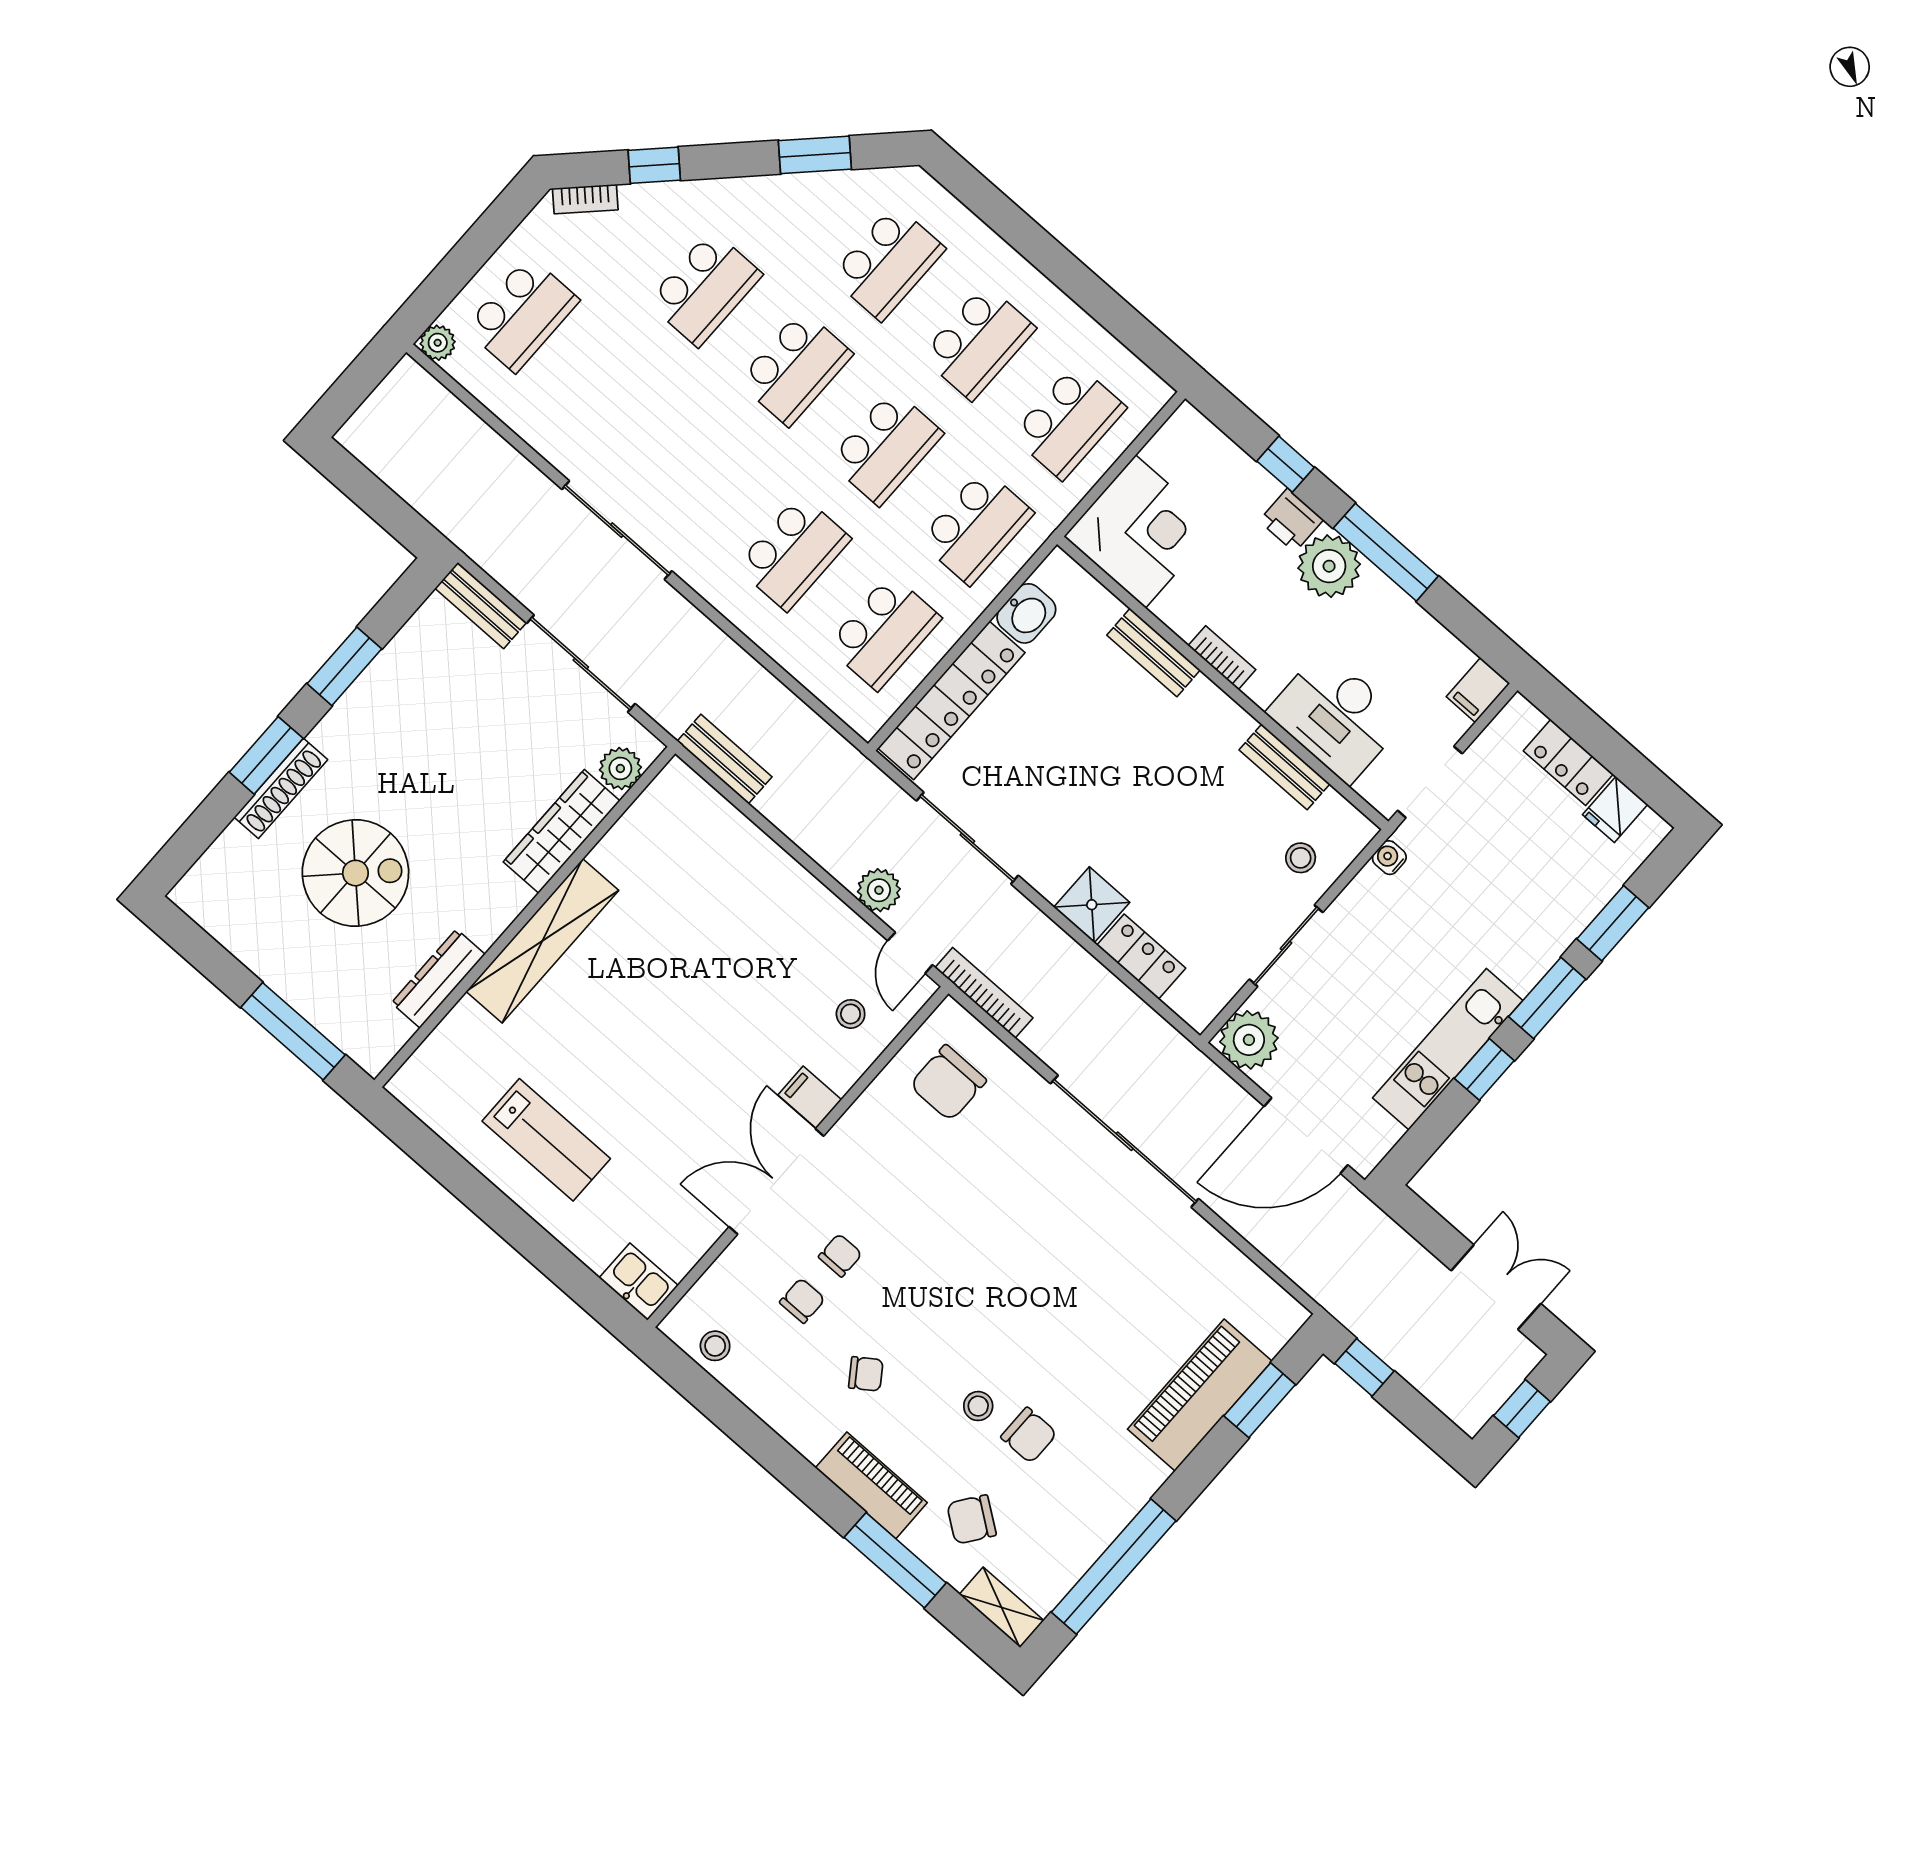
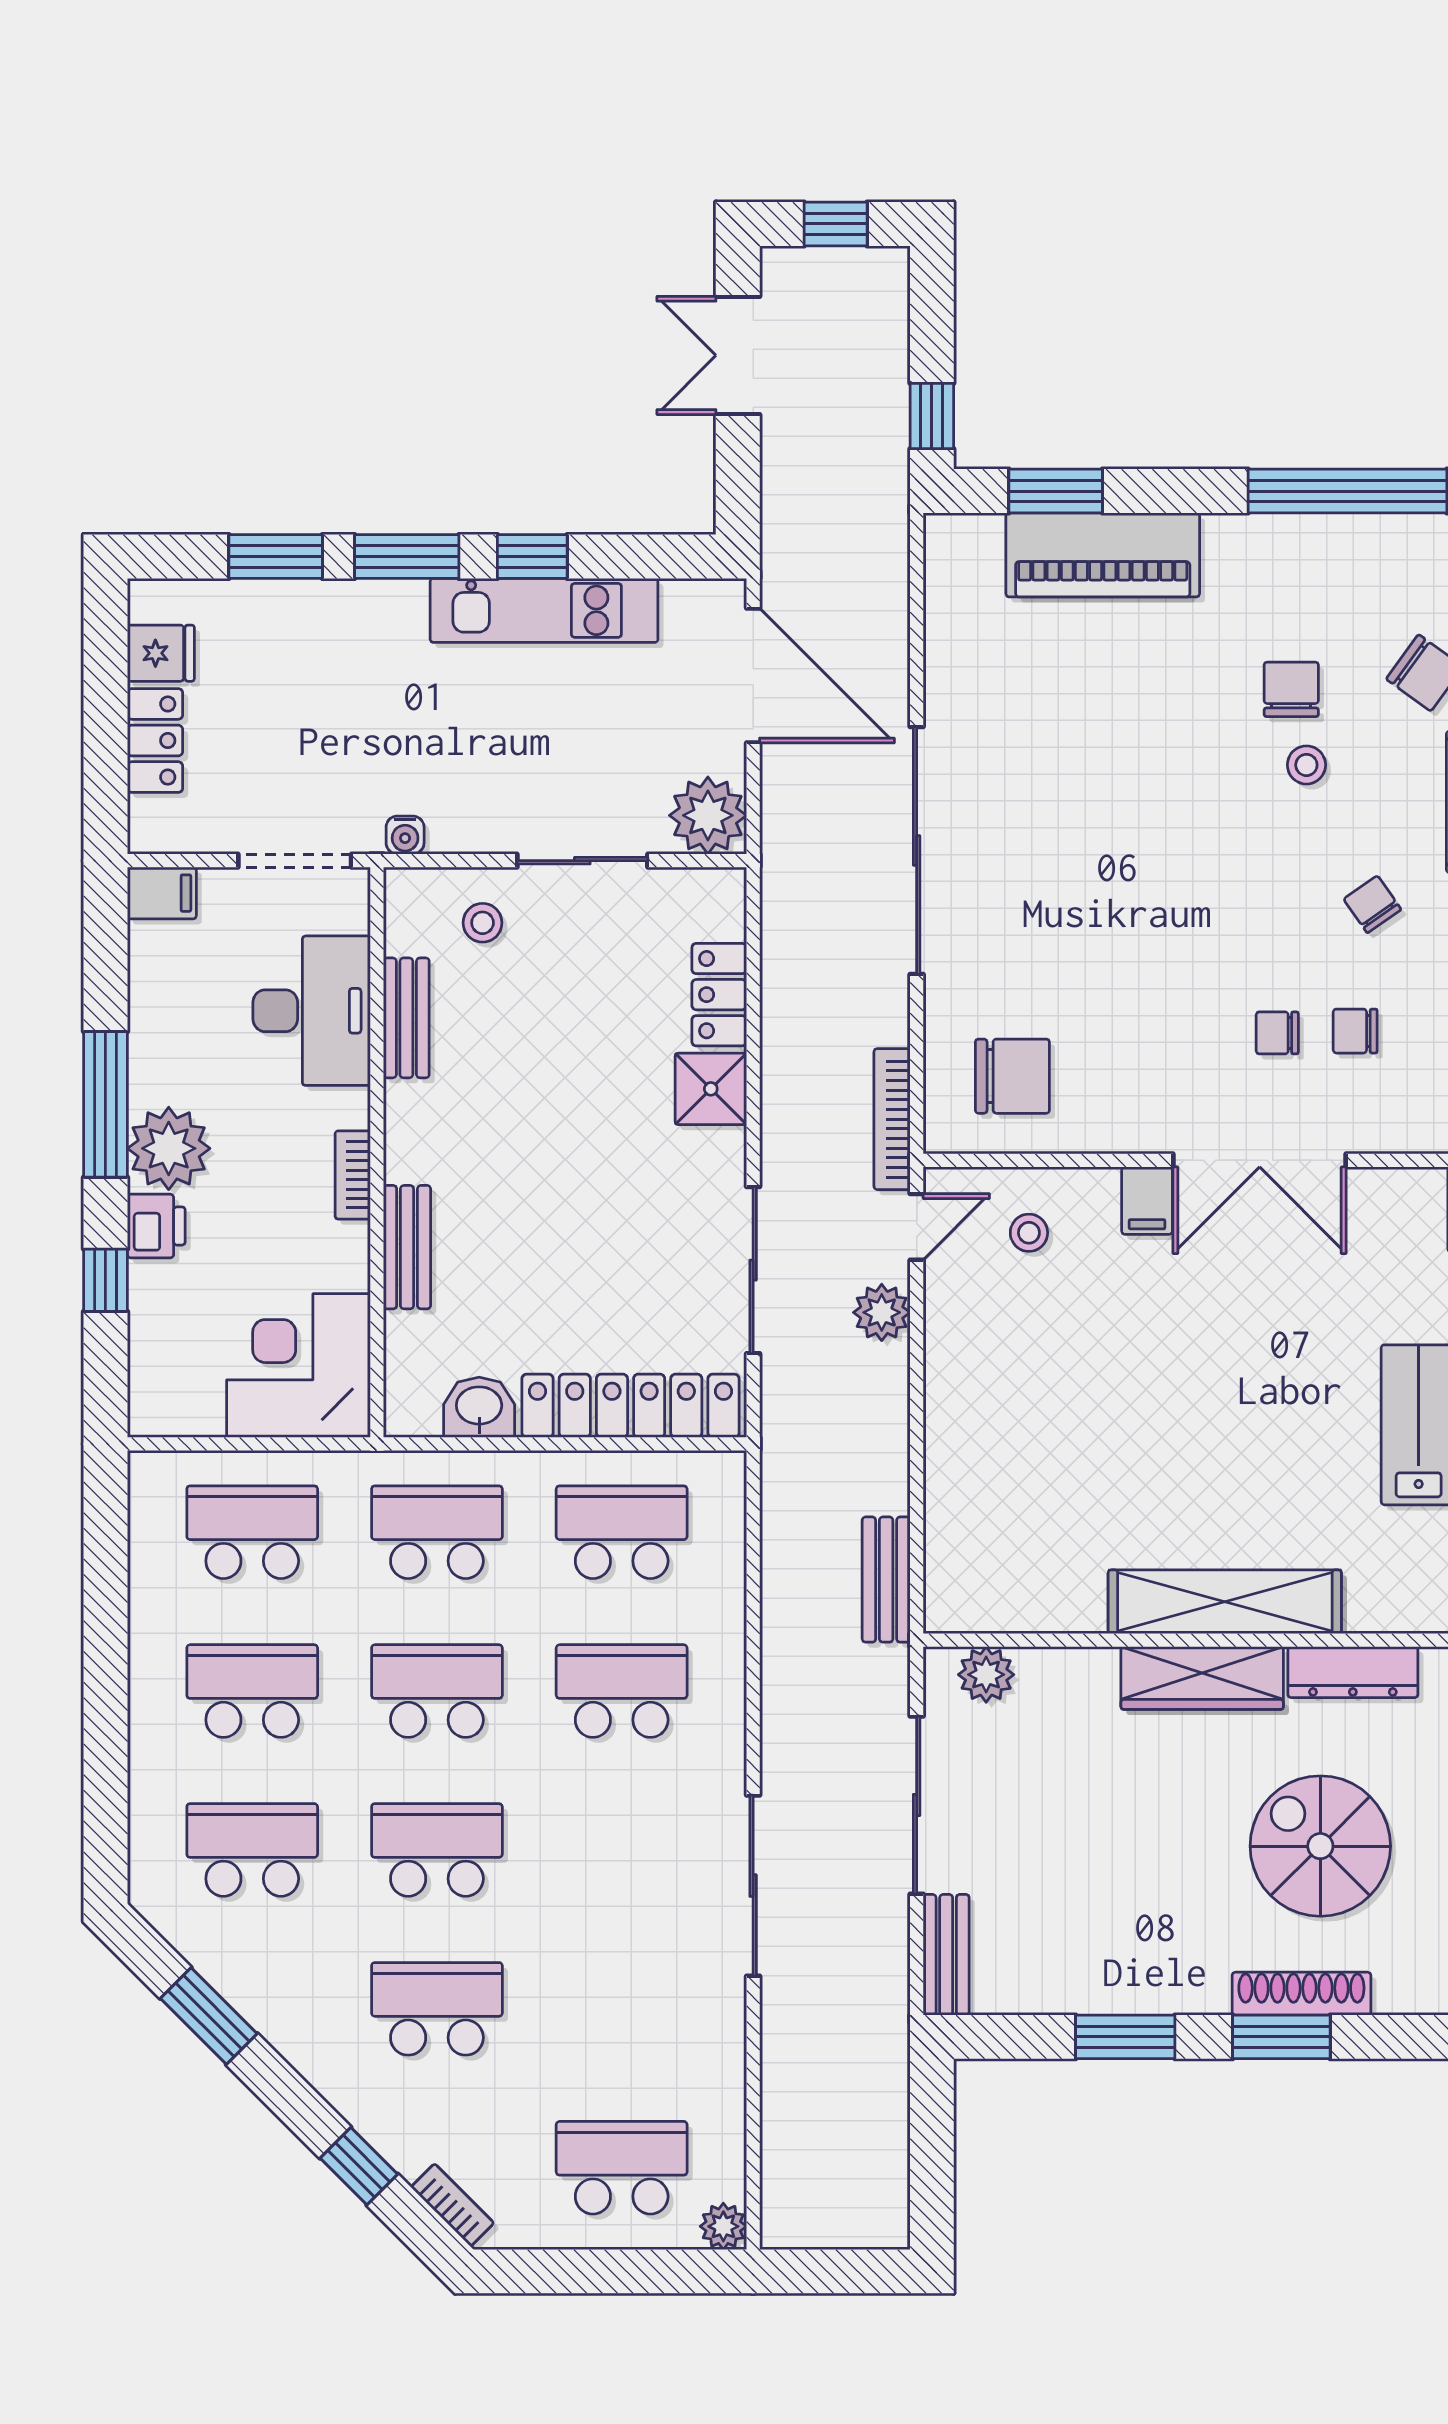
wardrobe: (562, 831) -> (1202, 1678), moved

